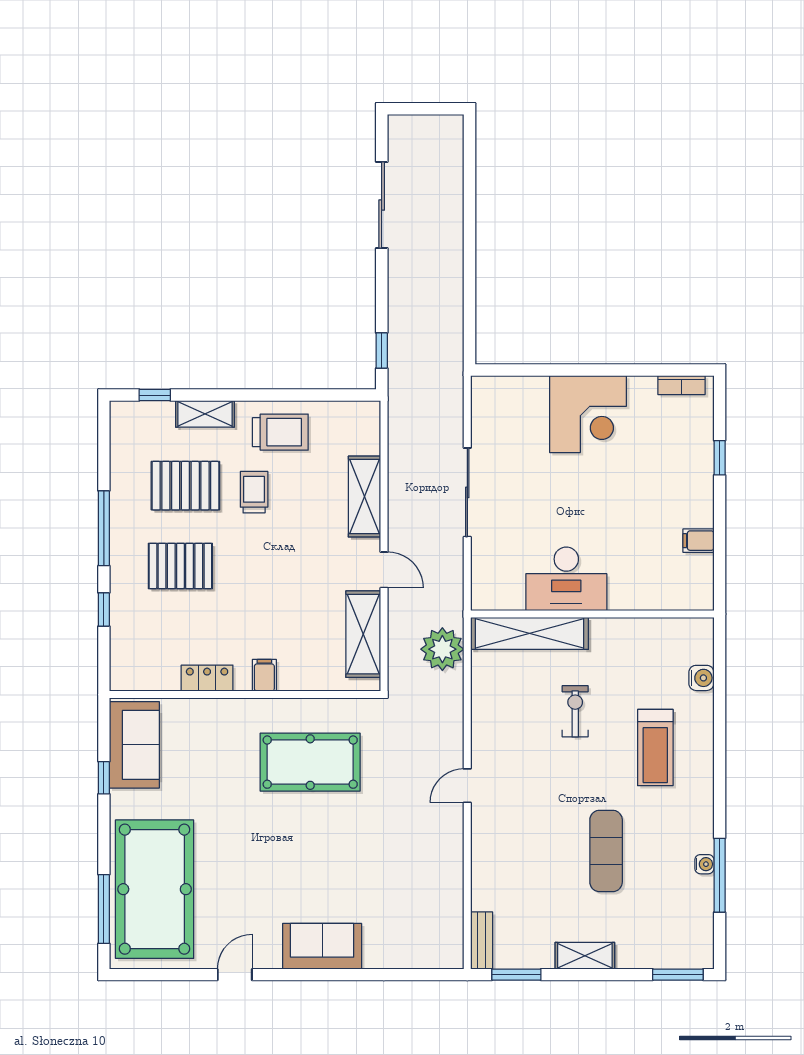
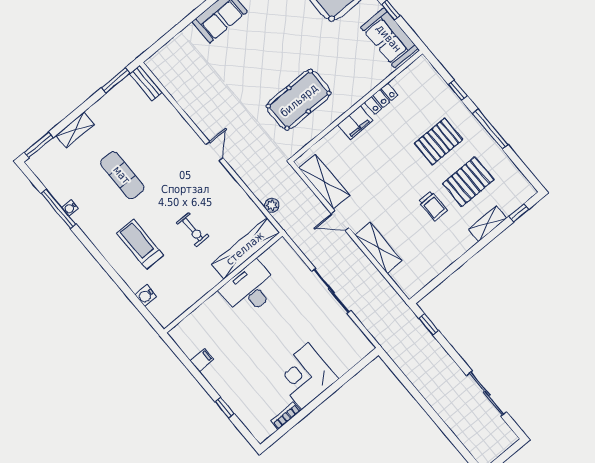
bookcase: (682, 385) -> (286, 416), moved
trolley: (280, 432) -> (444, 245), removed
plant: (442, 649) -> (272, 205), width x0.53, depth x0.53
filing cabinet: (264, 675) -> (355, 123), width x2.00
shelving: (585, 956) -> (75, 130), moved

